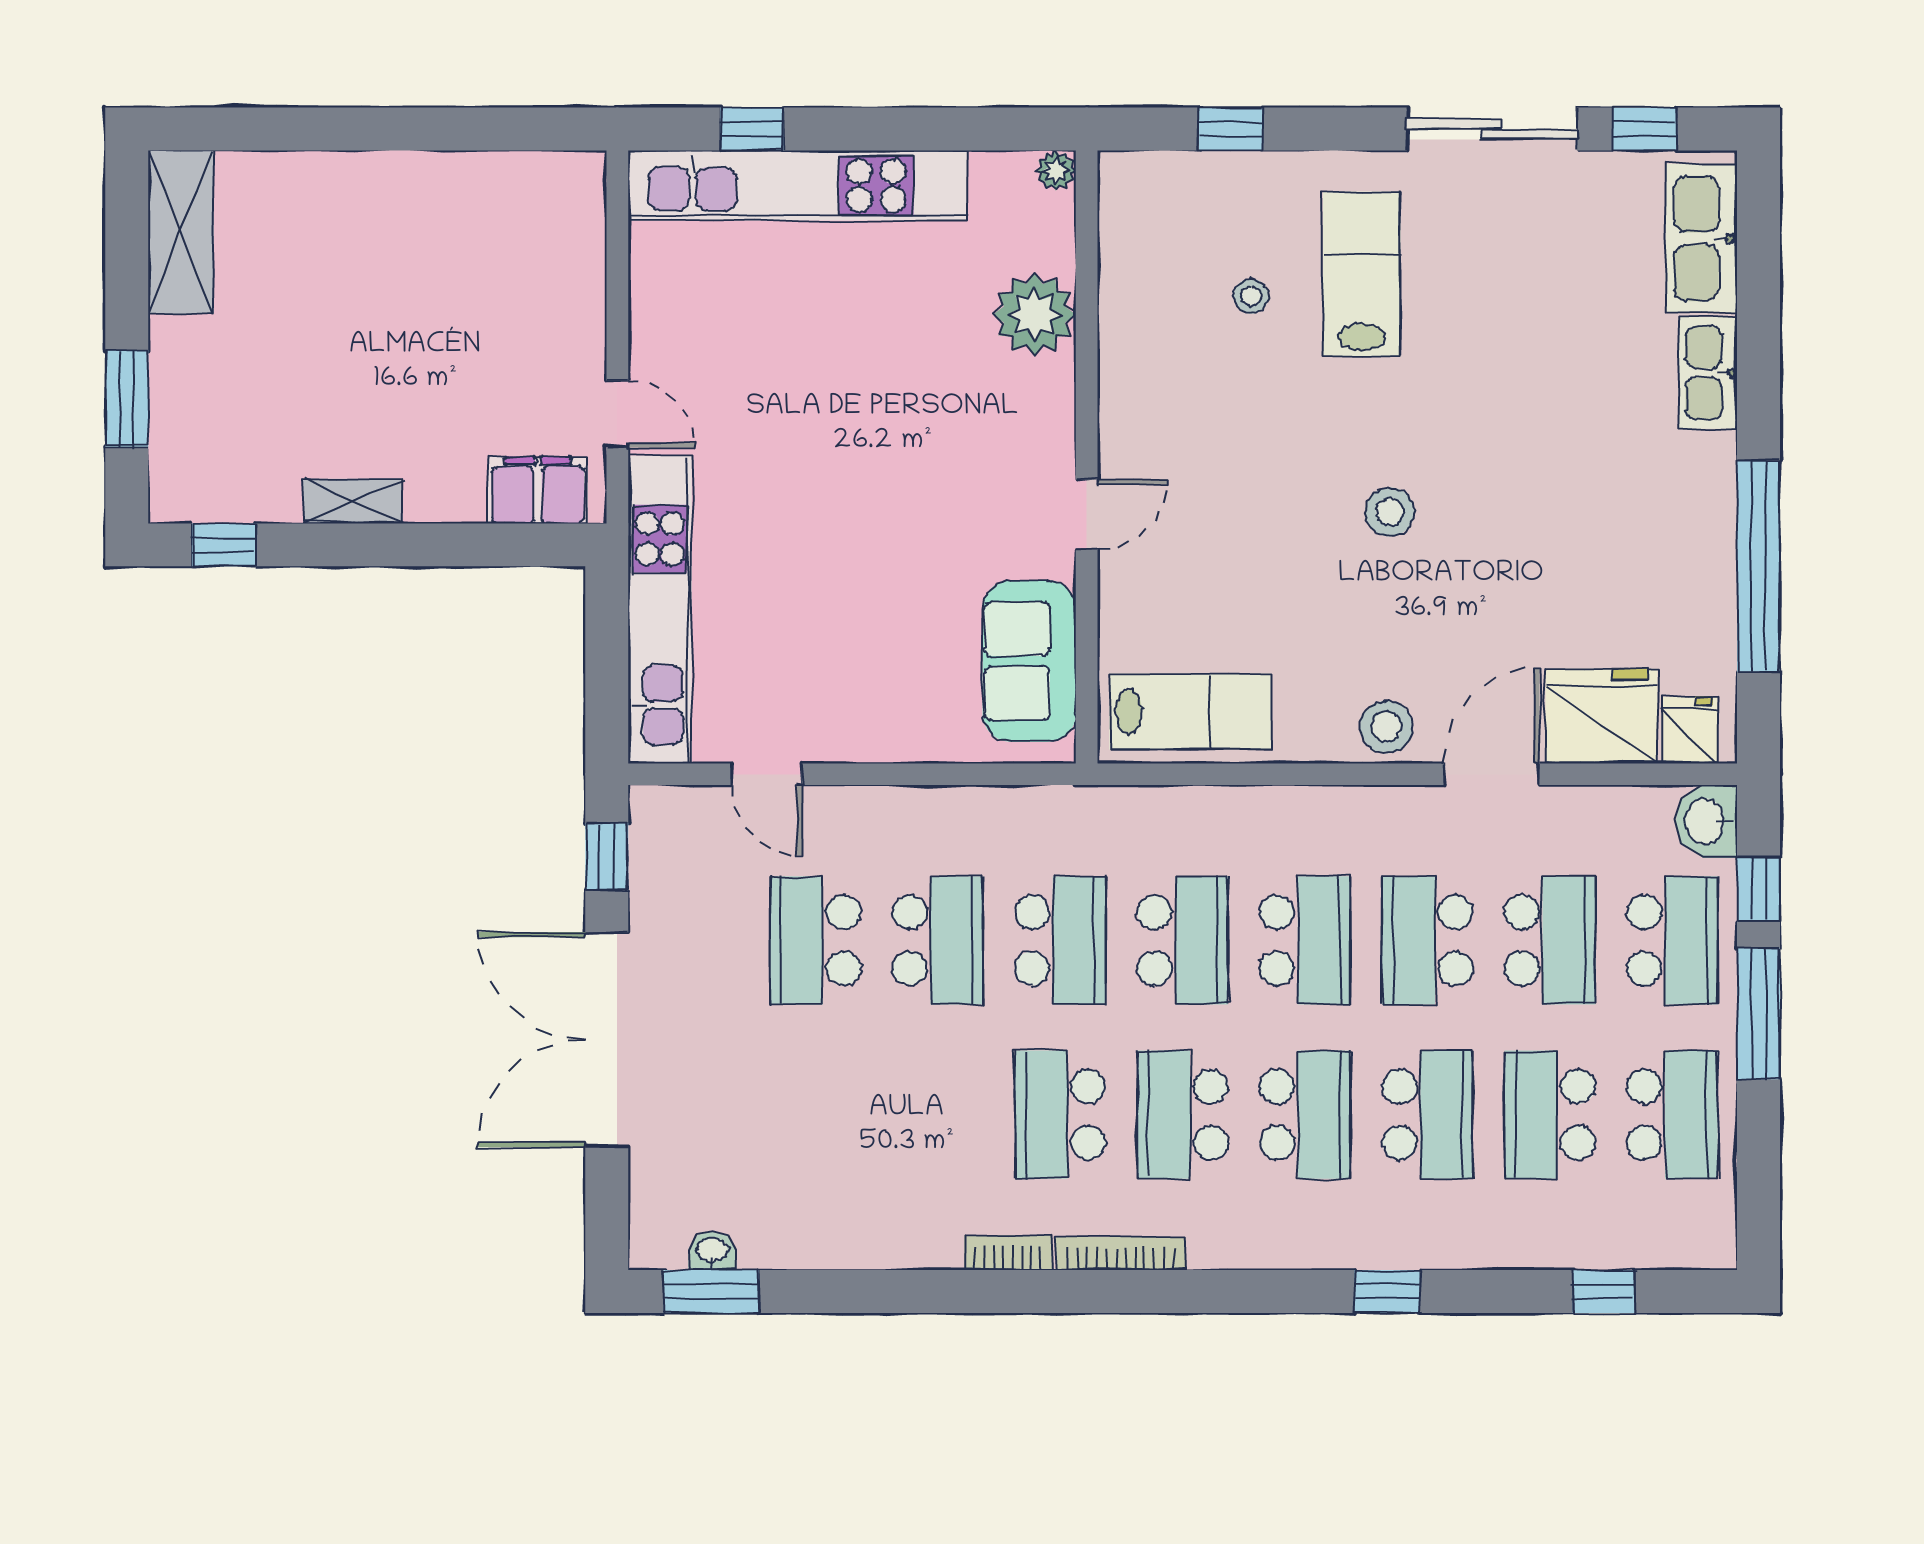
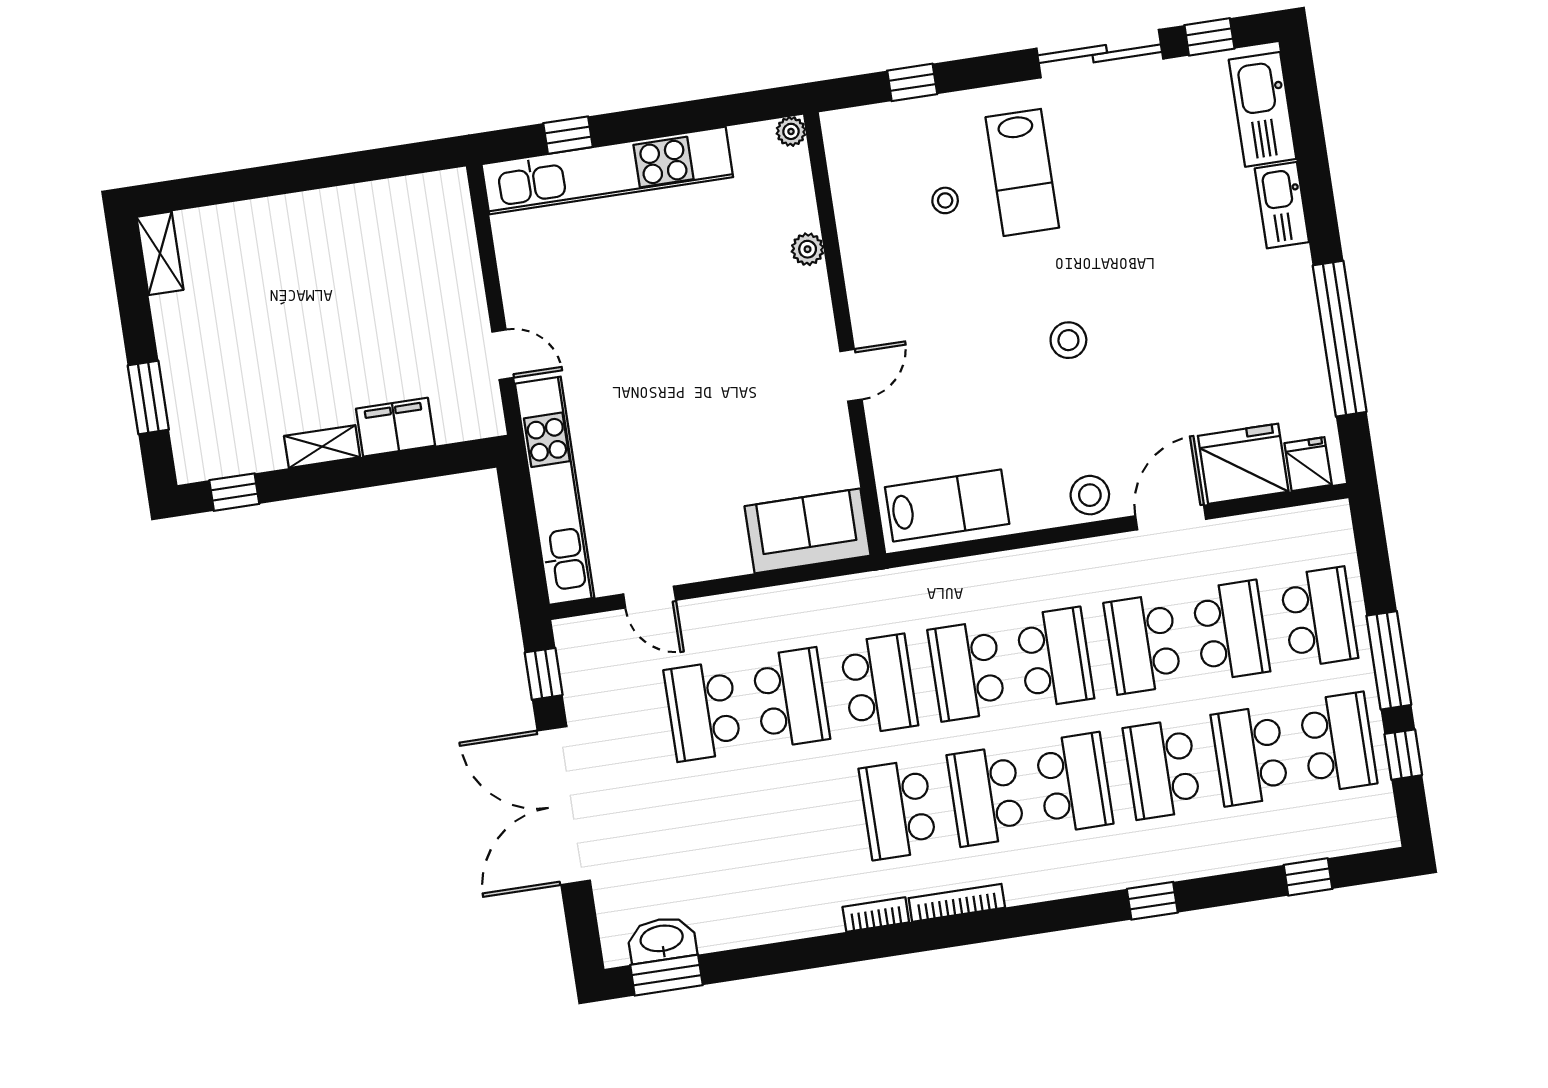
shelving: (181, 232) -> (160, 253), width x0.67, depth x0.75
lab bench: (1362, 274) -> (1022, 172), turned 180
plant: (1034, 315) -> (808, 249), width x0.53, depth x0.53
filing cabinet: (538, 490) -> (396, 427), moved
sofa: (1029, 661) -> (808, 531), moved, turned 90
washbasin: (1706, 821) -> (1330, 528), removed
window: (1759, 889) -> (1403, 755), moved
school desk: (1183, 940) -> (967, 671), turned 180
school desk: (1428, 1115) -> (1162, 769), turned 180
washbasin: (712, 1251) -> (662, 940), width x1.91, depth x1.45

